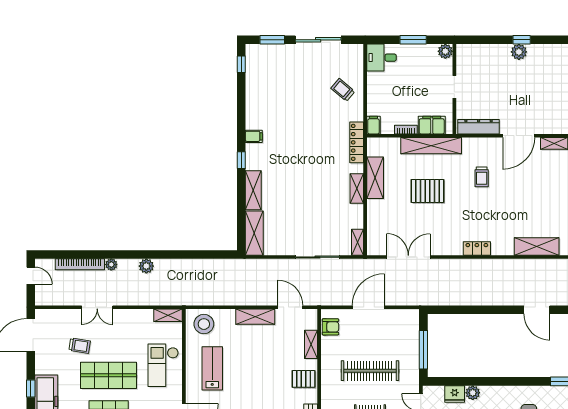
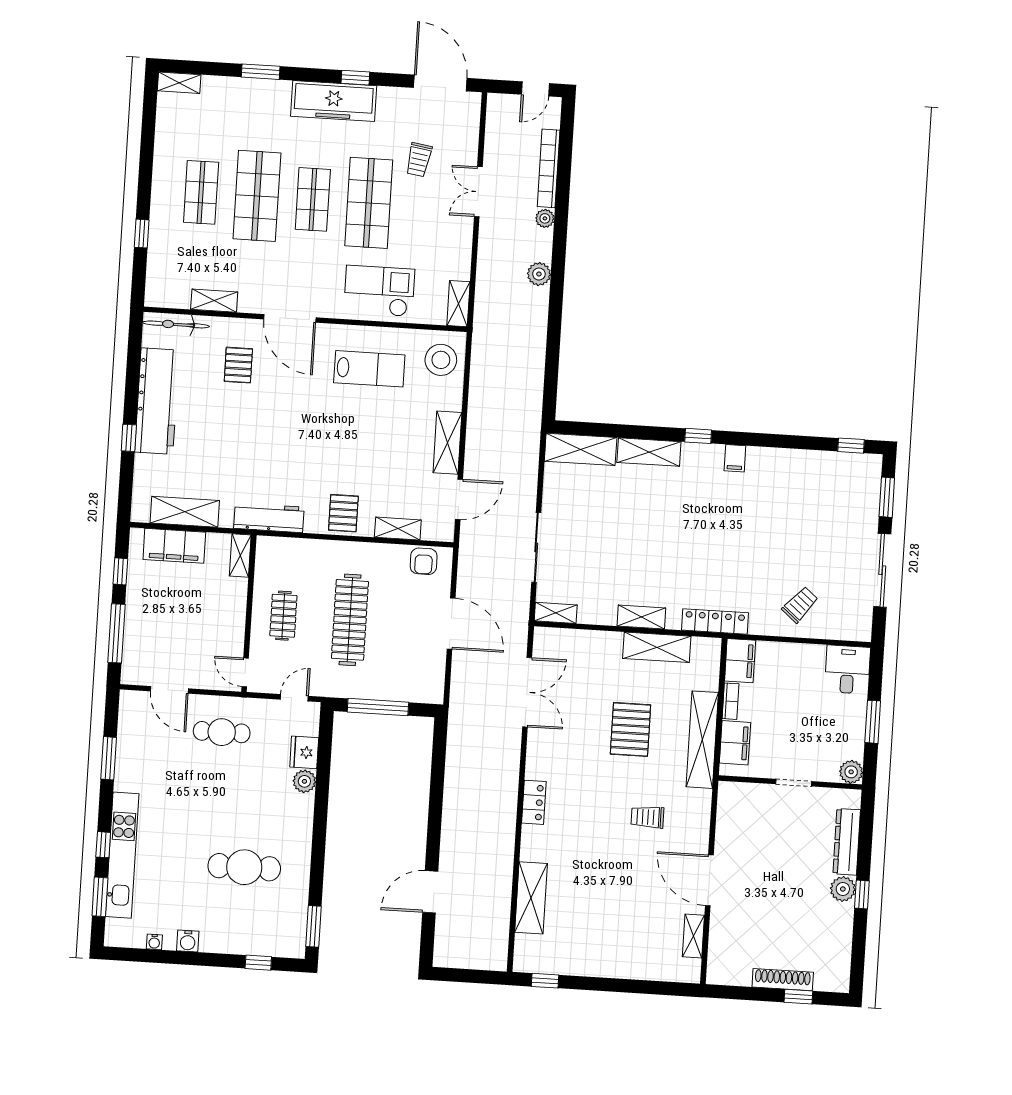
filing cabinet: (373, 125) -> (740, 661), width x2.00
dresser: (479, 127) -> (847, 842), moved, turned 180

